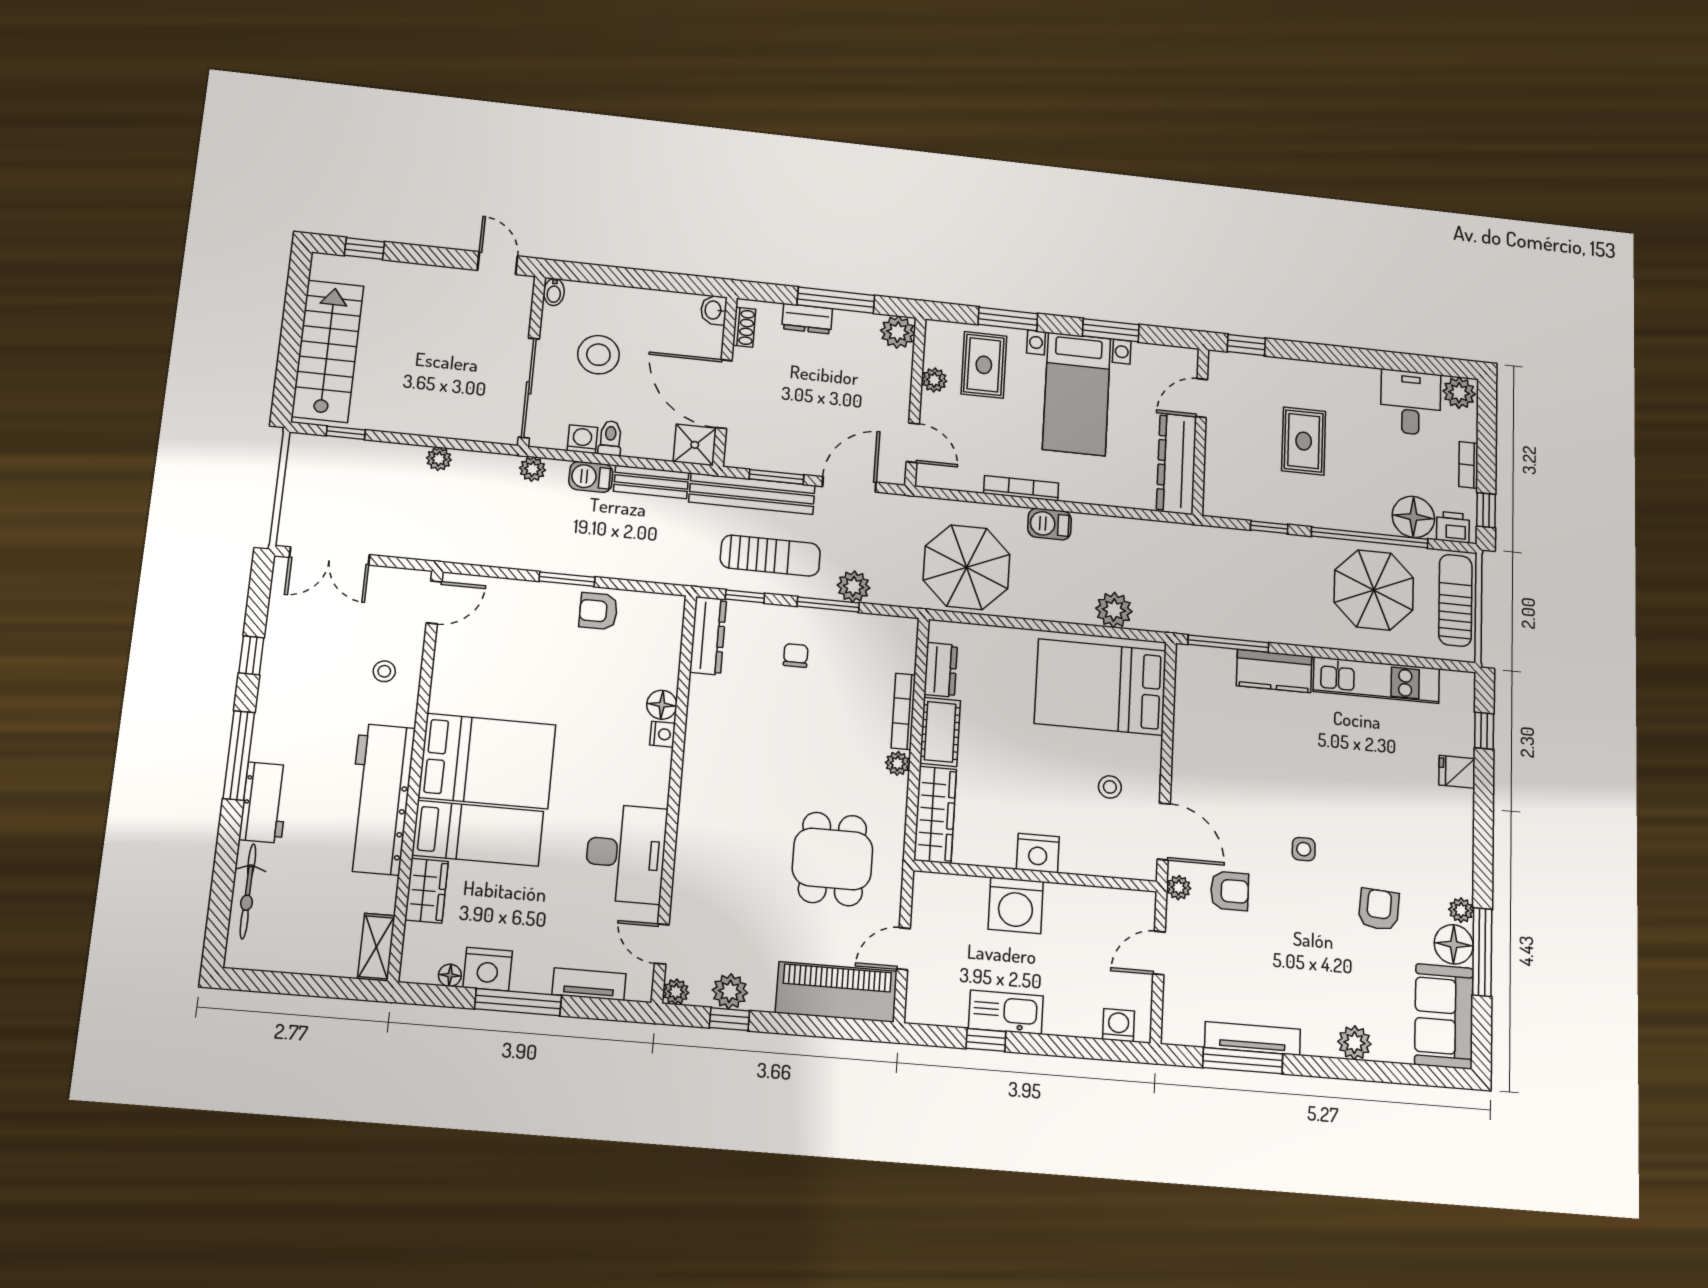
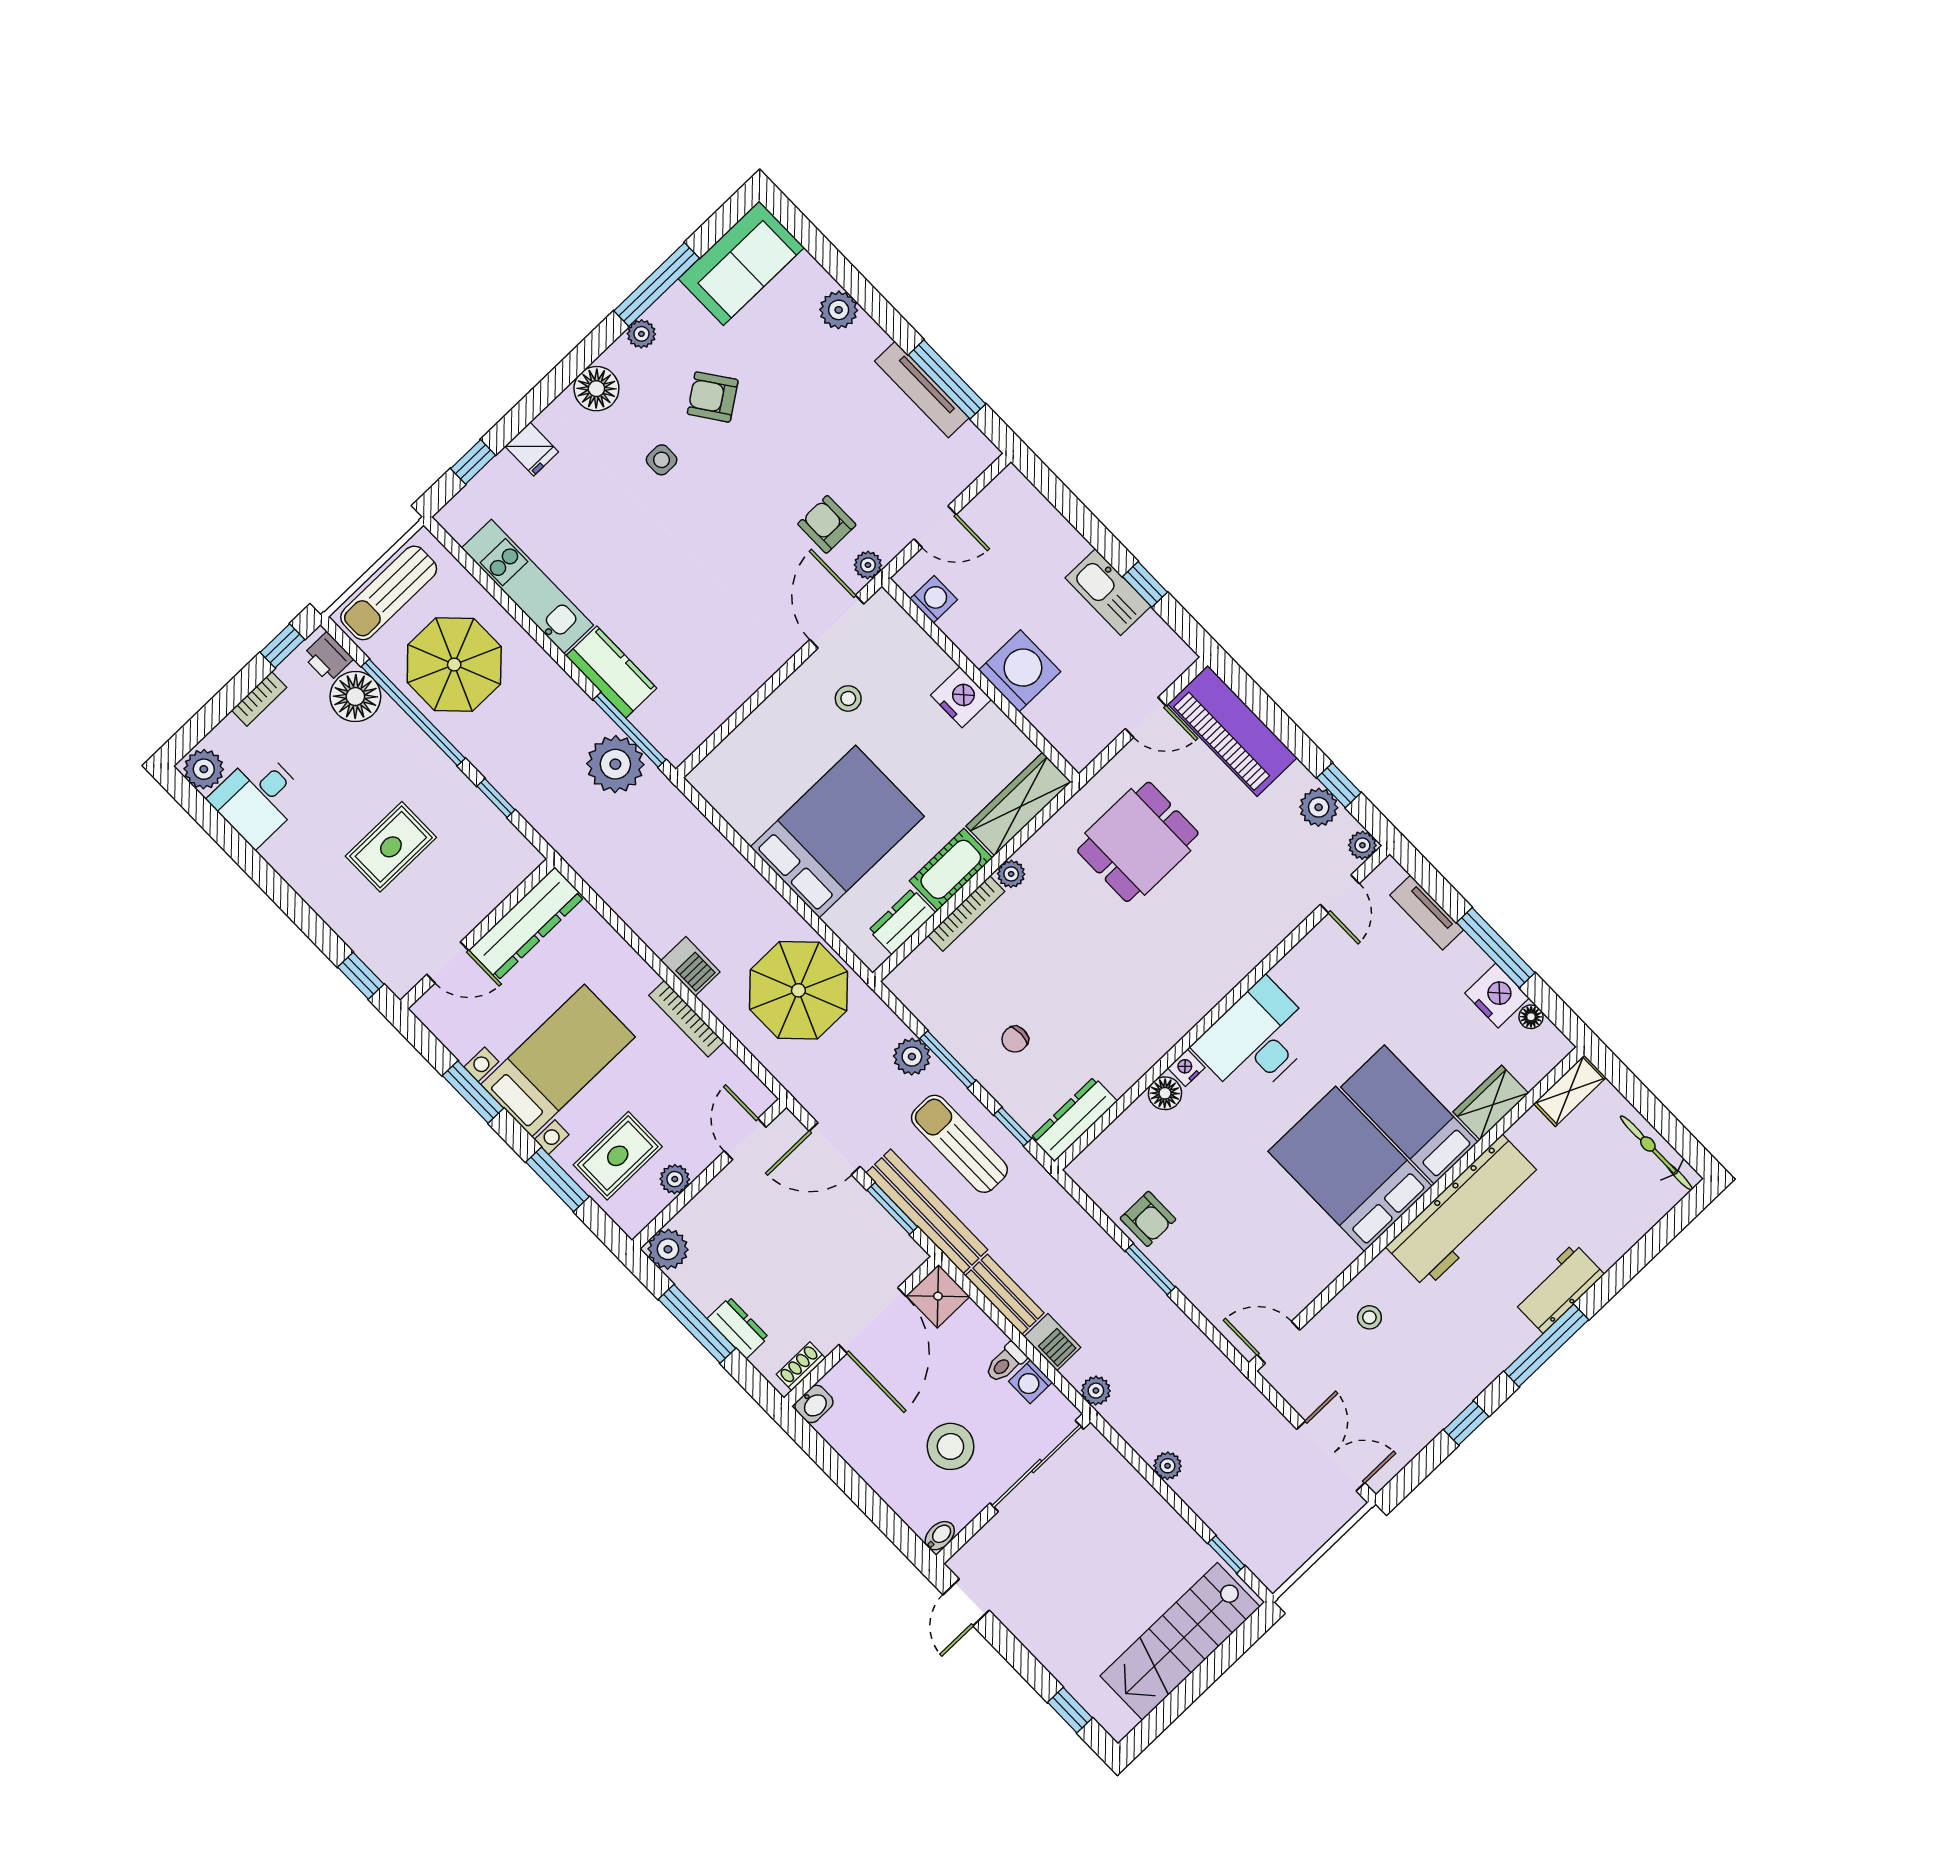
plant: (1114, 610) -> (615, 764), moved, width x1.36, depth x1.36
bed: (1101, 687) -> (837, 832), moved, turned -90
side table: (1304, 849) -> (662, 460), moved
desk: (626, 854) -> (1256, 1040), moved
bicycle: (248, 891) -> (1656, 1153), moved, turned -90
armchair: (1379, 910) -> (713, 397), turned 51
floor lamp: (1454, 944) -> (596, 389), moved
washing machine: (1119, 1025) -> (934, 599), moved, turned 180

